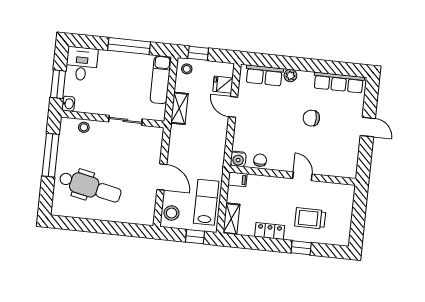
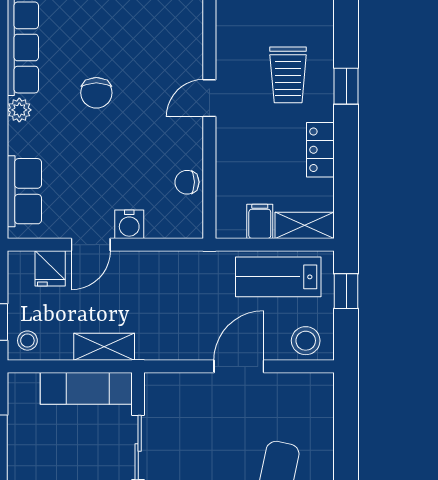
plant: (290, 76) -> (19, 110), moved
exam couch: (161, 80) -> (86, 388), moved
water cooler: (238, 159) -> (129, 224), moved, turned 90
filing cabinet: (238, 179) -> (260, 221), moved

